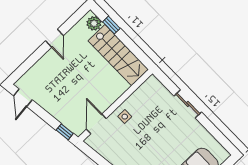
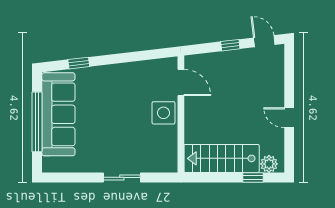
side table: (125, 117) -> (163, 113), width x1.87, depth x1.87
window: (65, 132) -> (230, 45), moved

